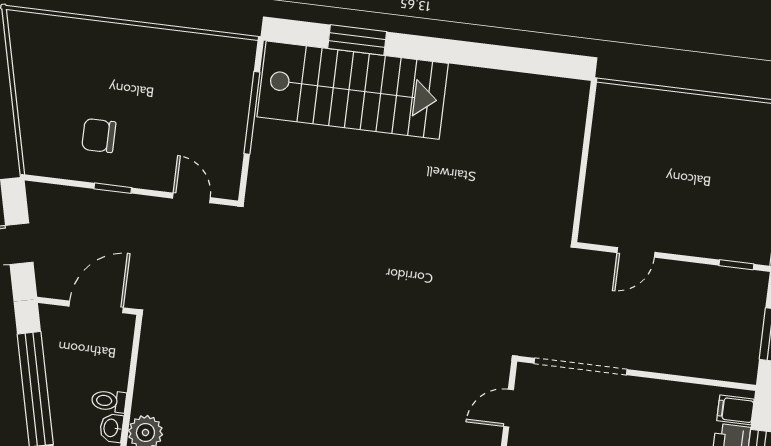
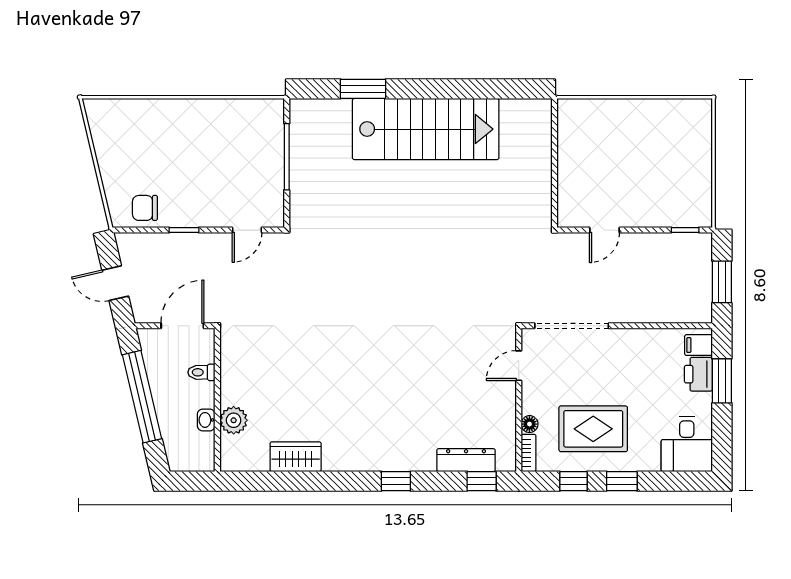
stairs: (353, 90) -> (426, 129), moved
chair: (99, 136) -> (145, 208), moved
door: (191, 198) -> (247, 230), swing flipped
toilet: (109, 401) -> (201, 372), moved

